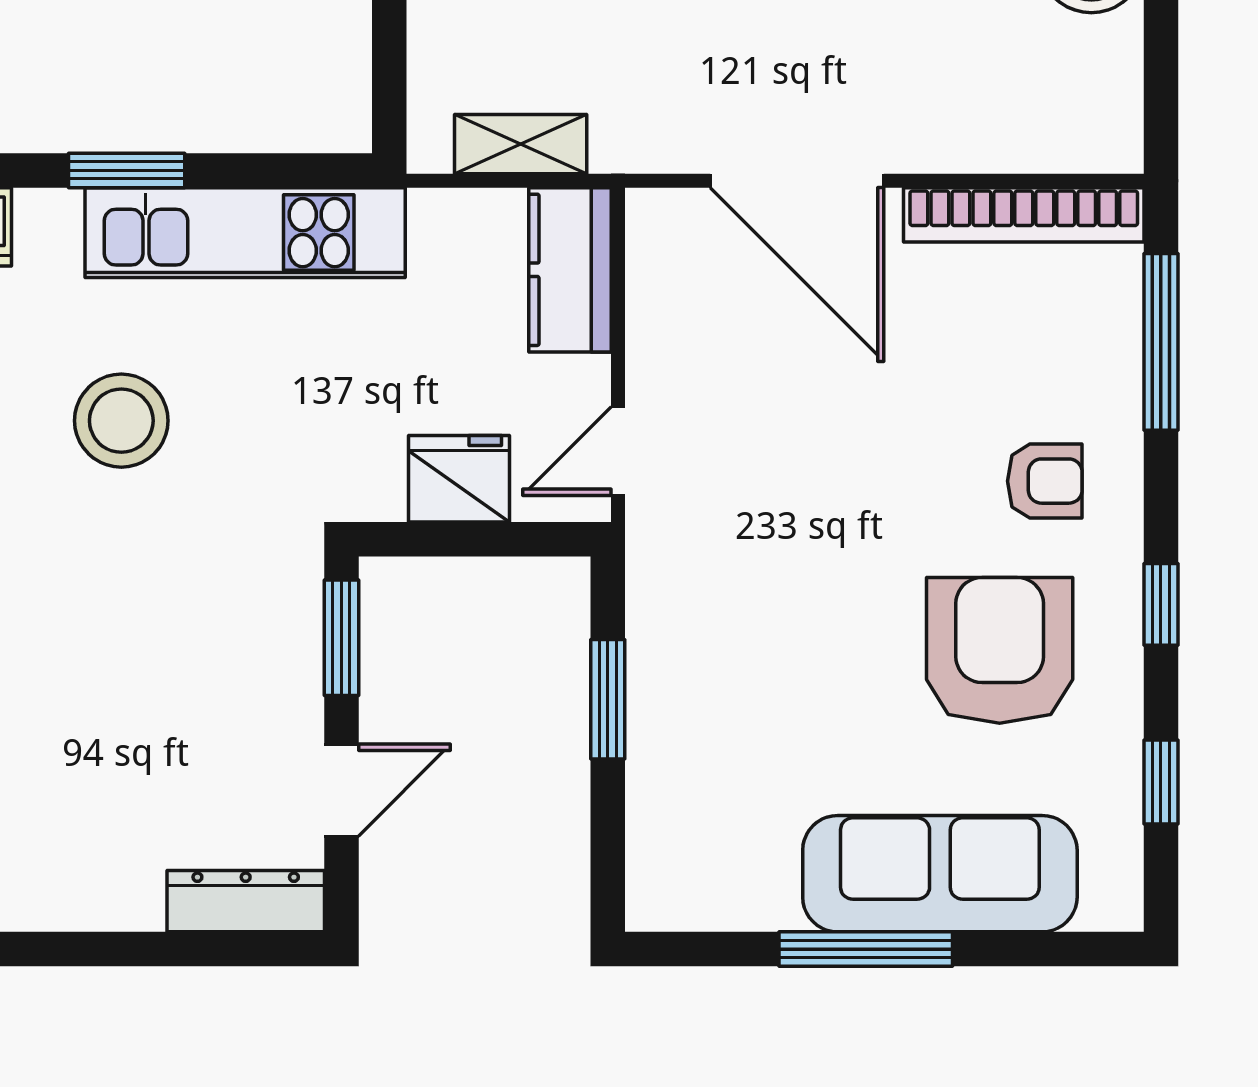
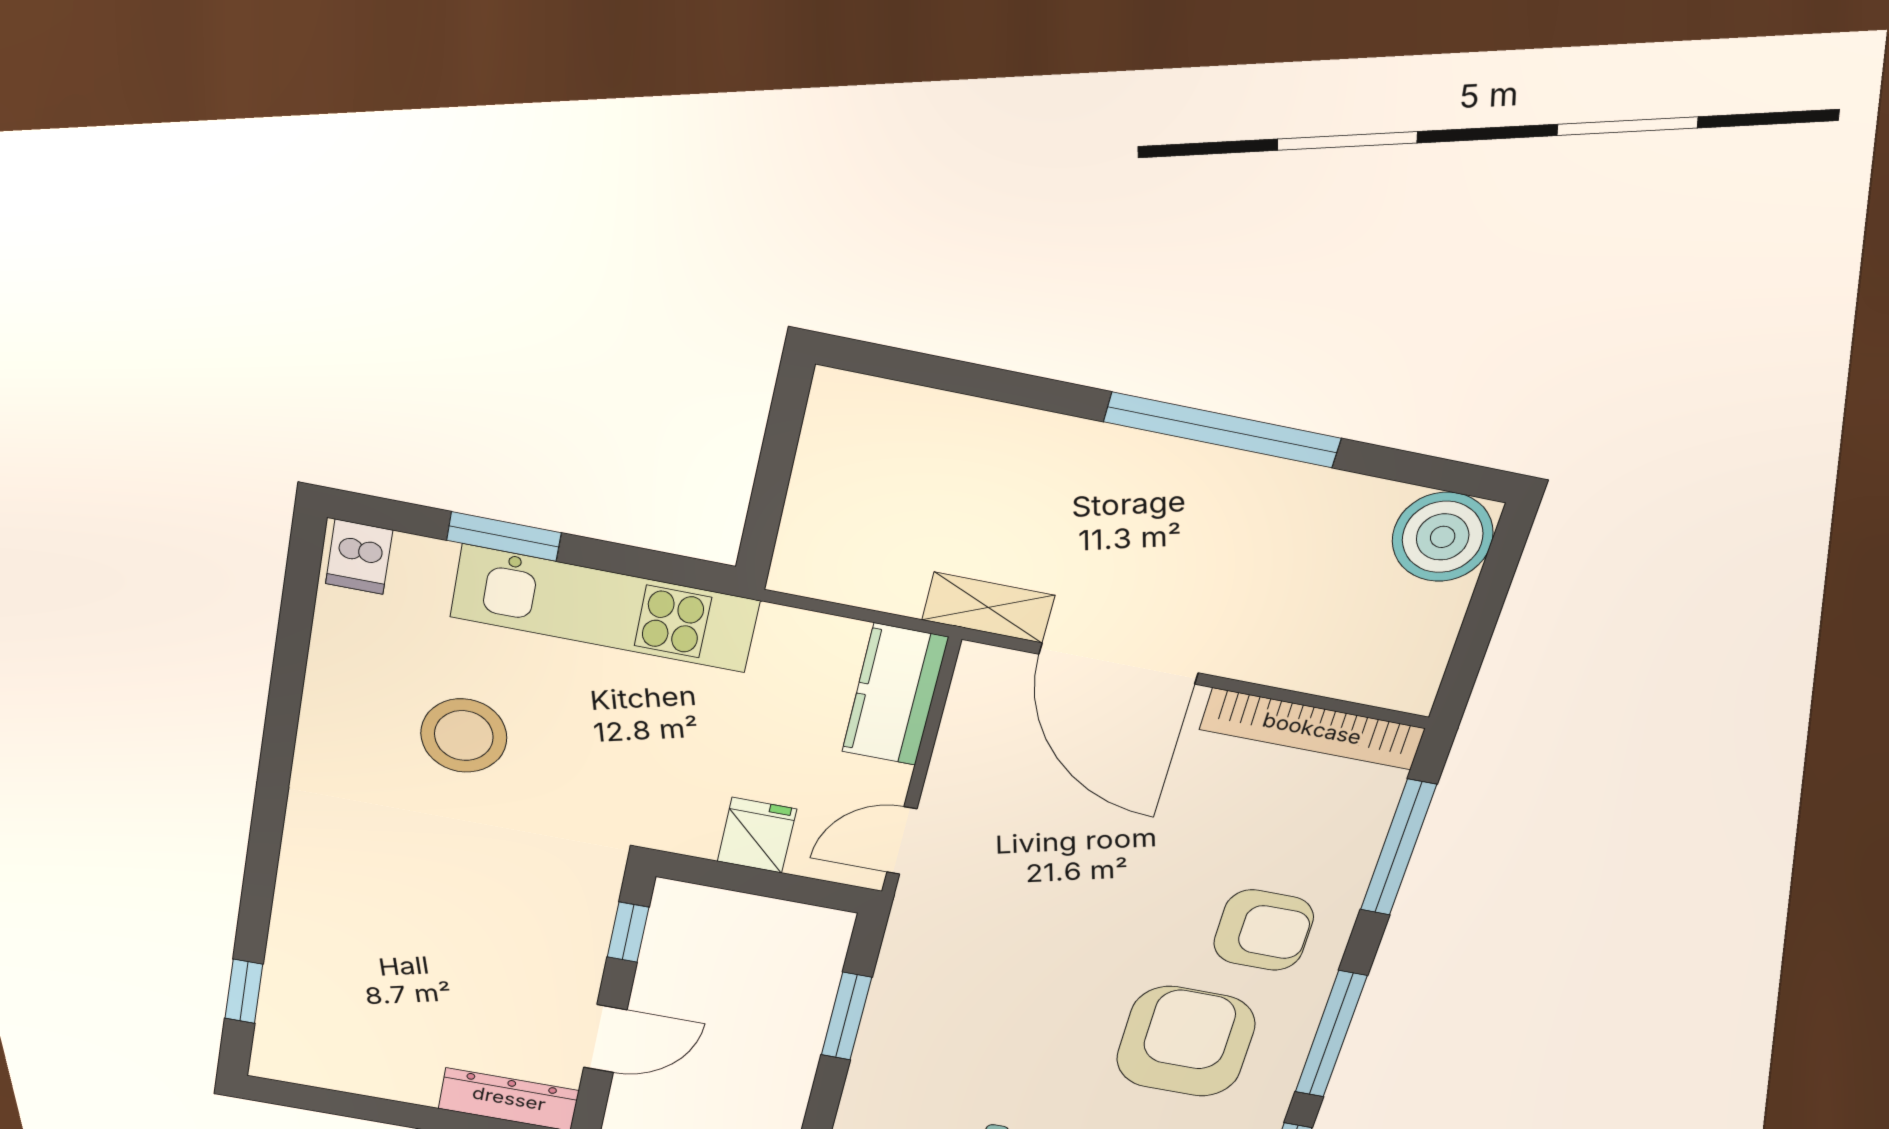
shelving: (521, 144) -> (988, 608), moved
fridge: (459, 479) -> (757, 835), width x0.72
armchair: (1045, 481) -> (1264, 930), width x1.38, depth x1.38
window: (1161, 604) -> (1331, 1034), width x2.17
window: (341, 638) -> (628, 932), width x0.67

